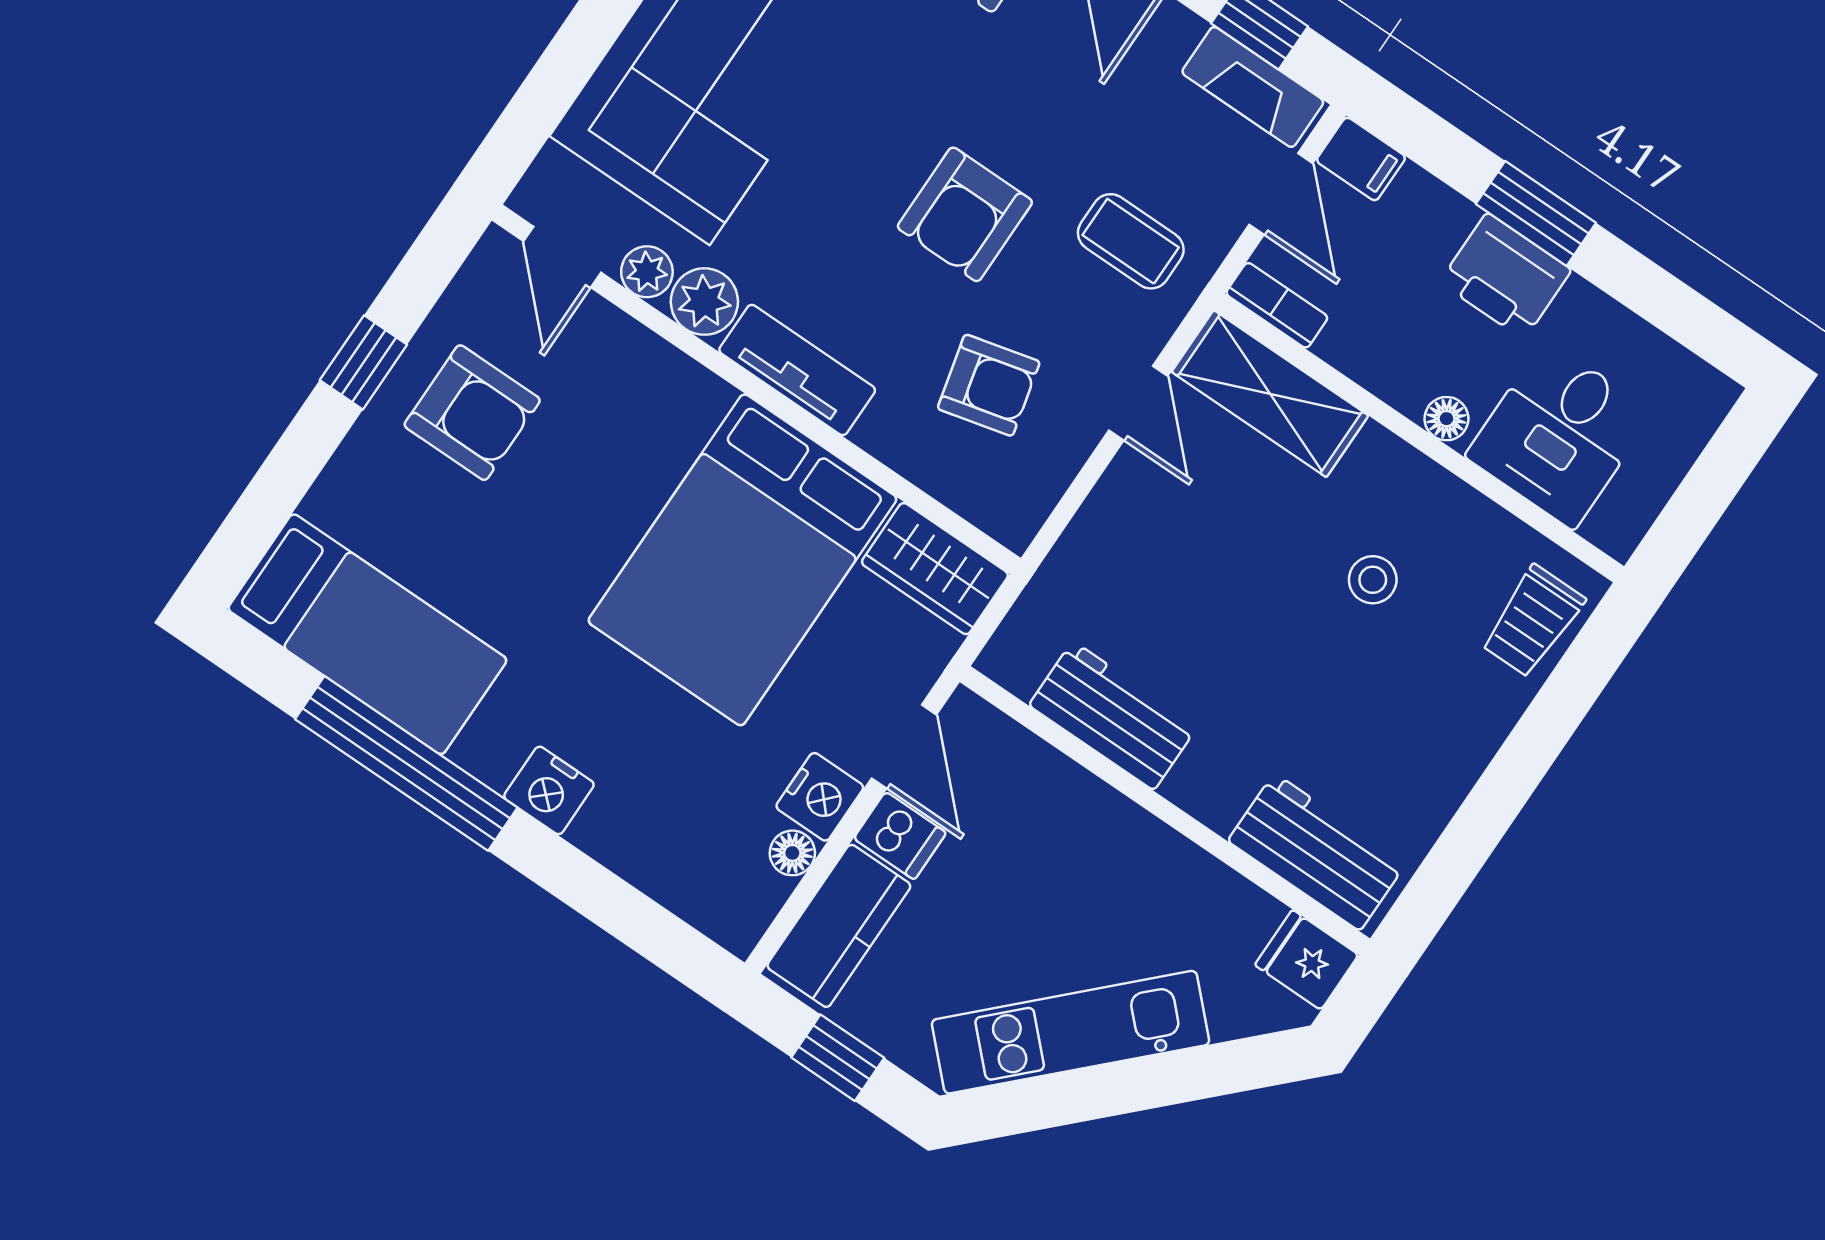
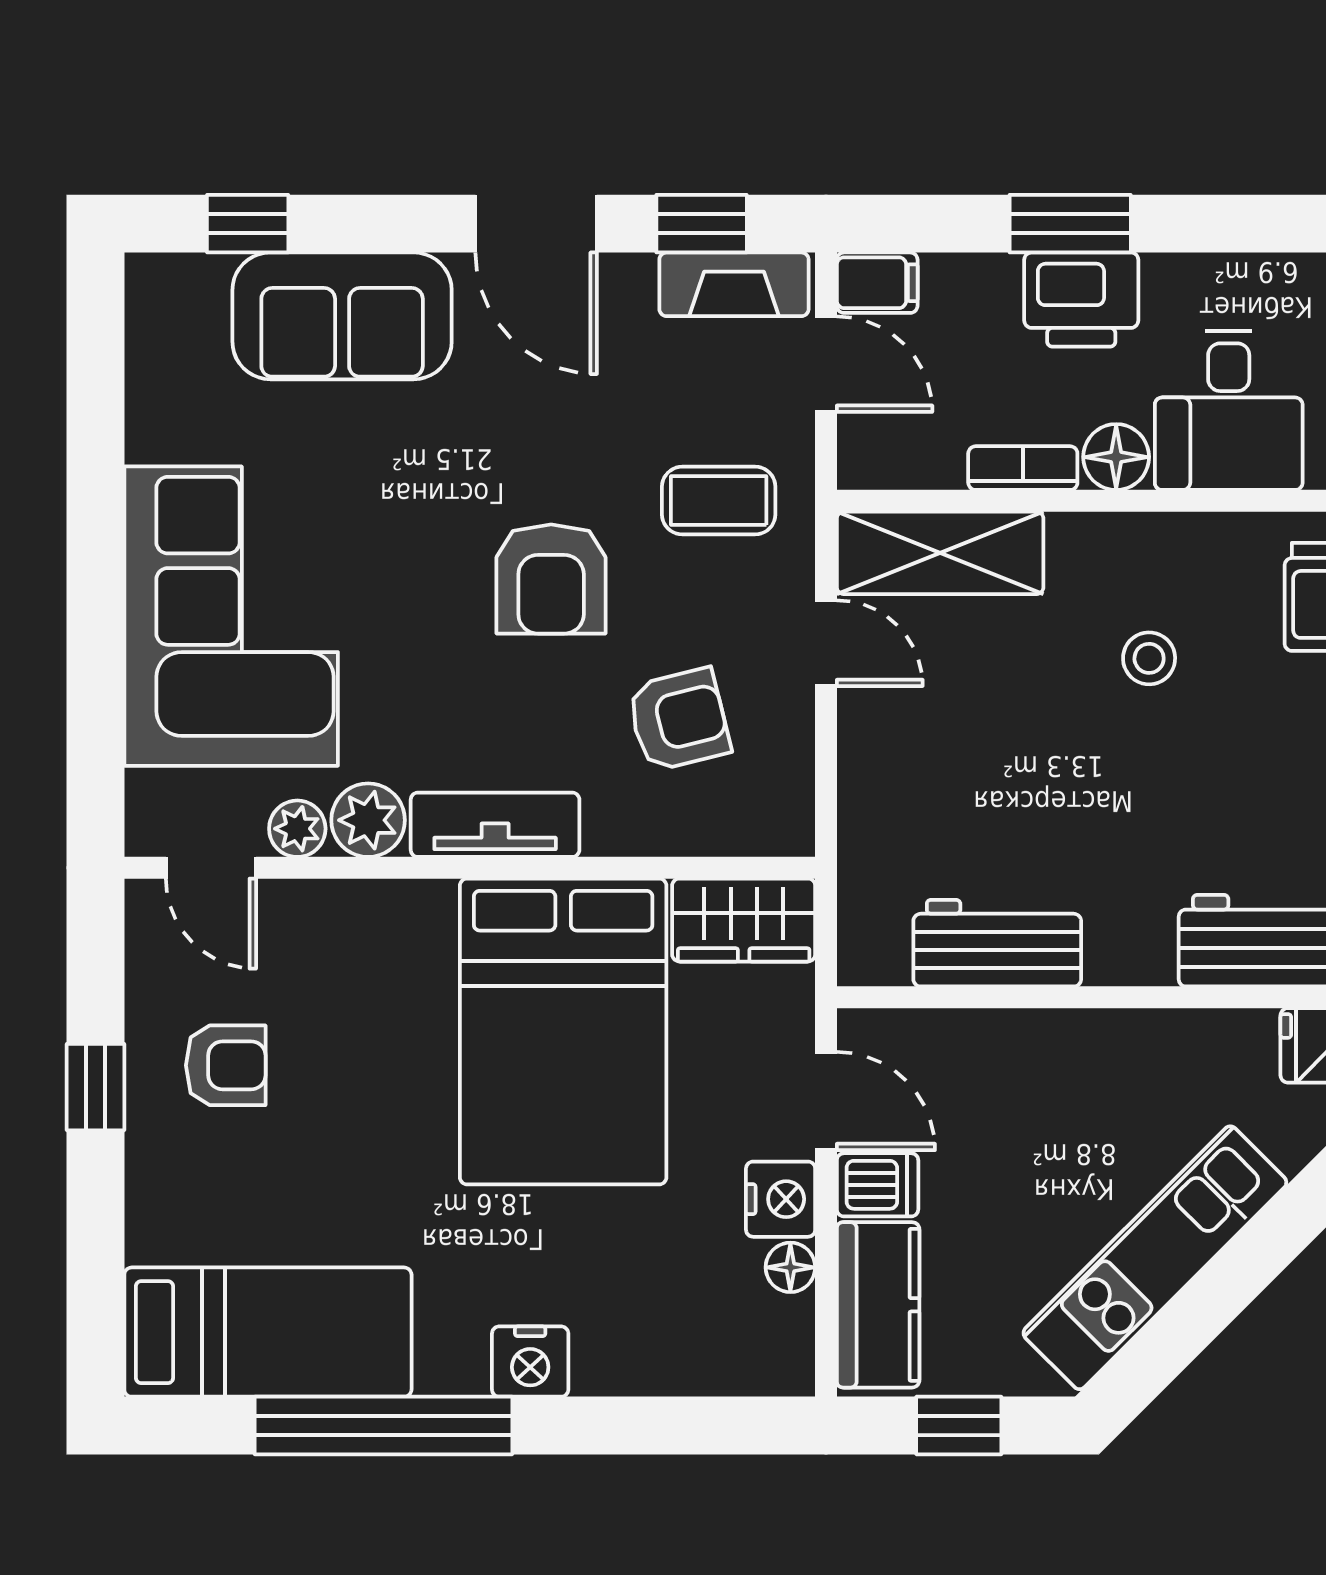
bookcase: (1277, 305) -> (1023, 468), moved
armchair: (472, 413) -> (226, 1065), width x0.72, depth x0.72
floor lamp: (1446, 419) -> (1116, 457), width x1.37, depth x1.37

